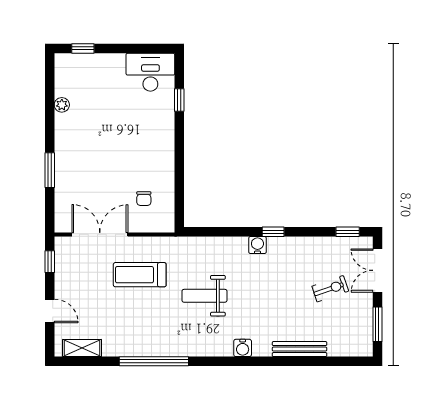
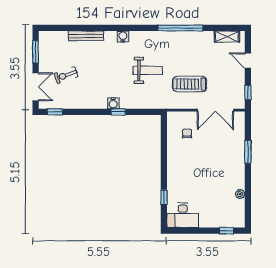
window: (273, 232) -> (118, 112), moved
treadmill: (140, 275) -> (190, 84), turned 180

